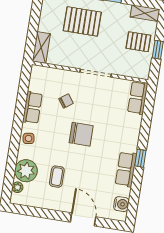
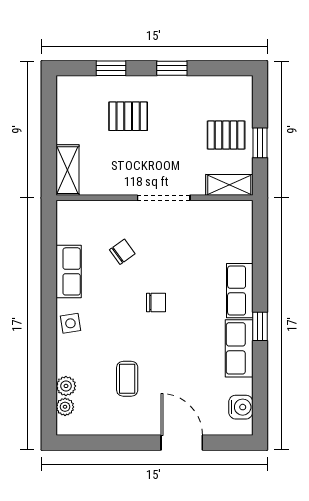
shelving: (145, 13) -> (229, 185), moved
pallet: (82, 21) -> (128, 116), width x0.67, depth x0.71
row of seats: (138, 98) -> (240, 291), moved
chair: (81, 134) -> (156, 303), width x0.54, depth x0.54
plant: (26, 171) -> (66, 386), width x0.53, depth x0.53

